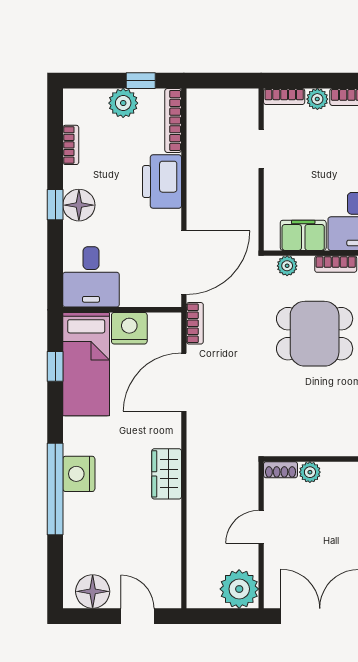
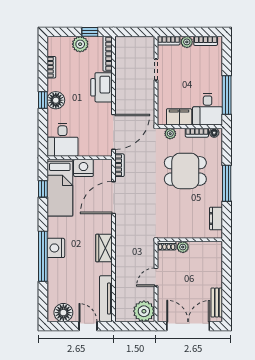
tv unit: (170, 566) -> (106, 299), added

